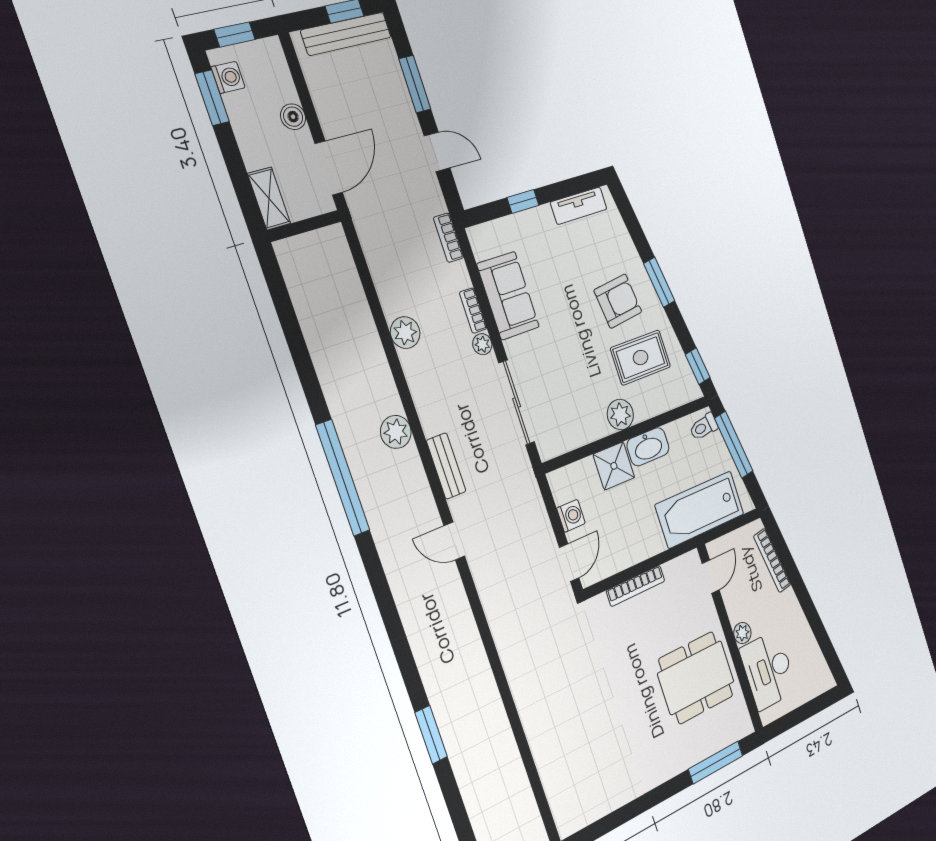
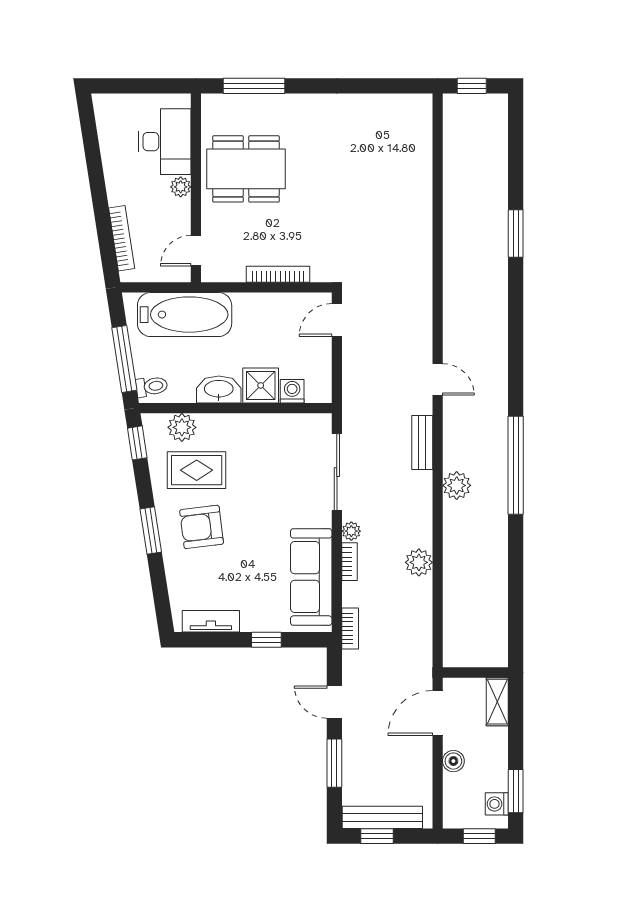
sofa: (508, 296) -> (311, 577), width x1.36
plant: (620, 415) -> (182, 427), moved
washing machine: (571, 516) -> (292, 391), moved, turned 90

